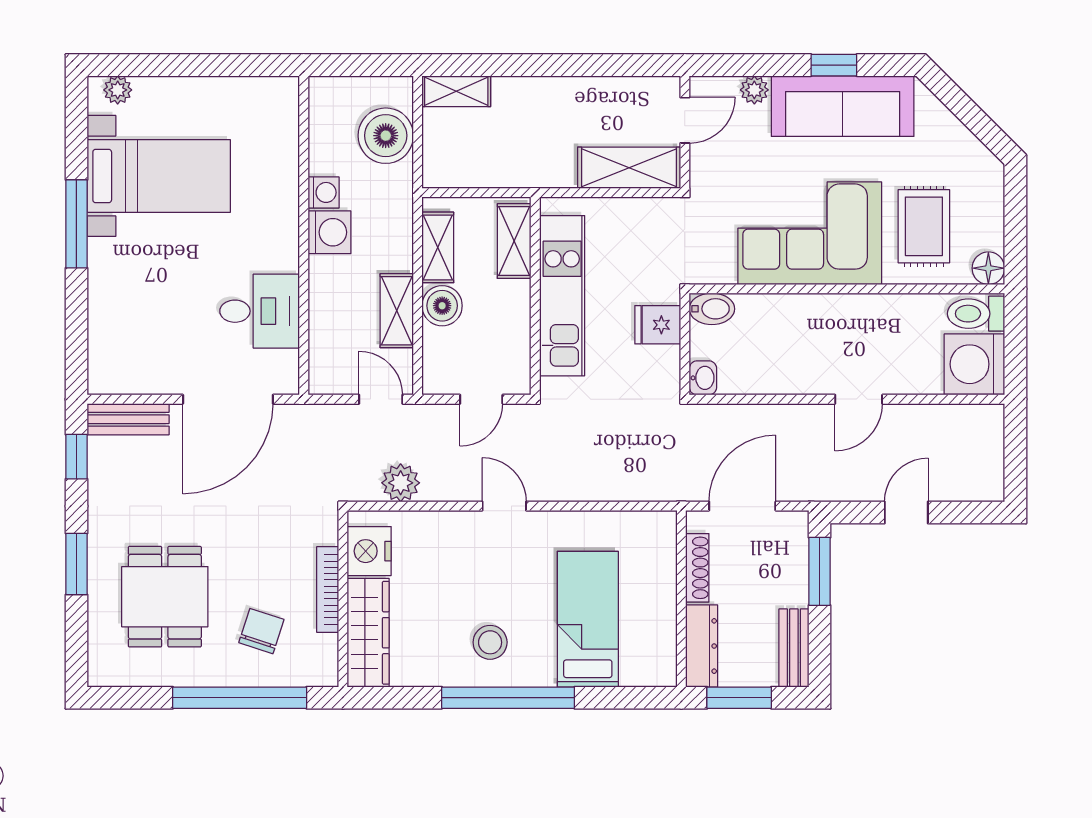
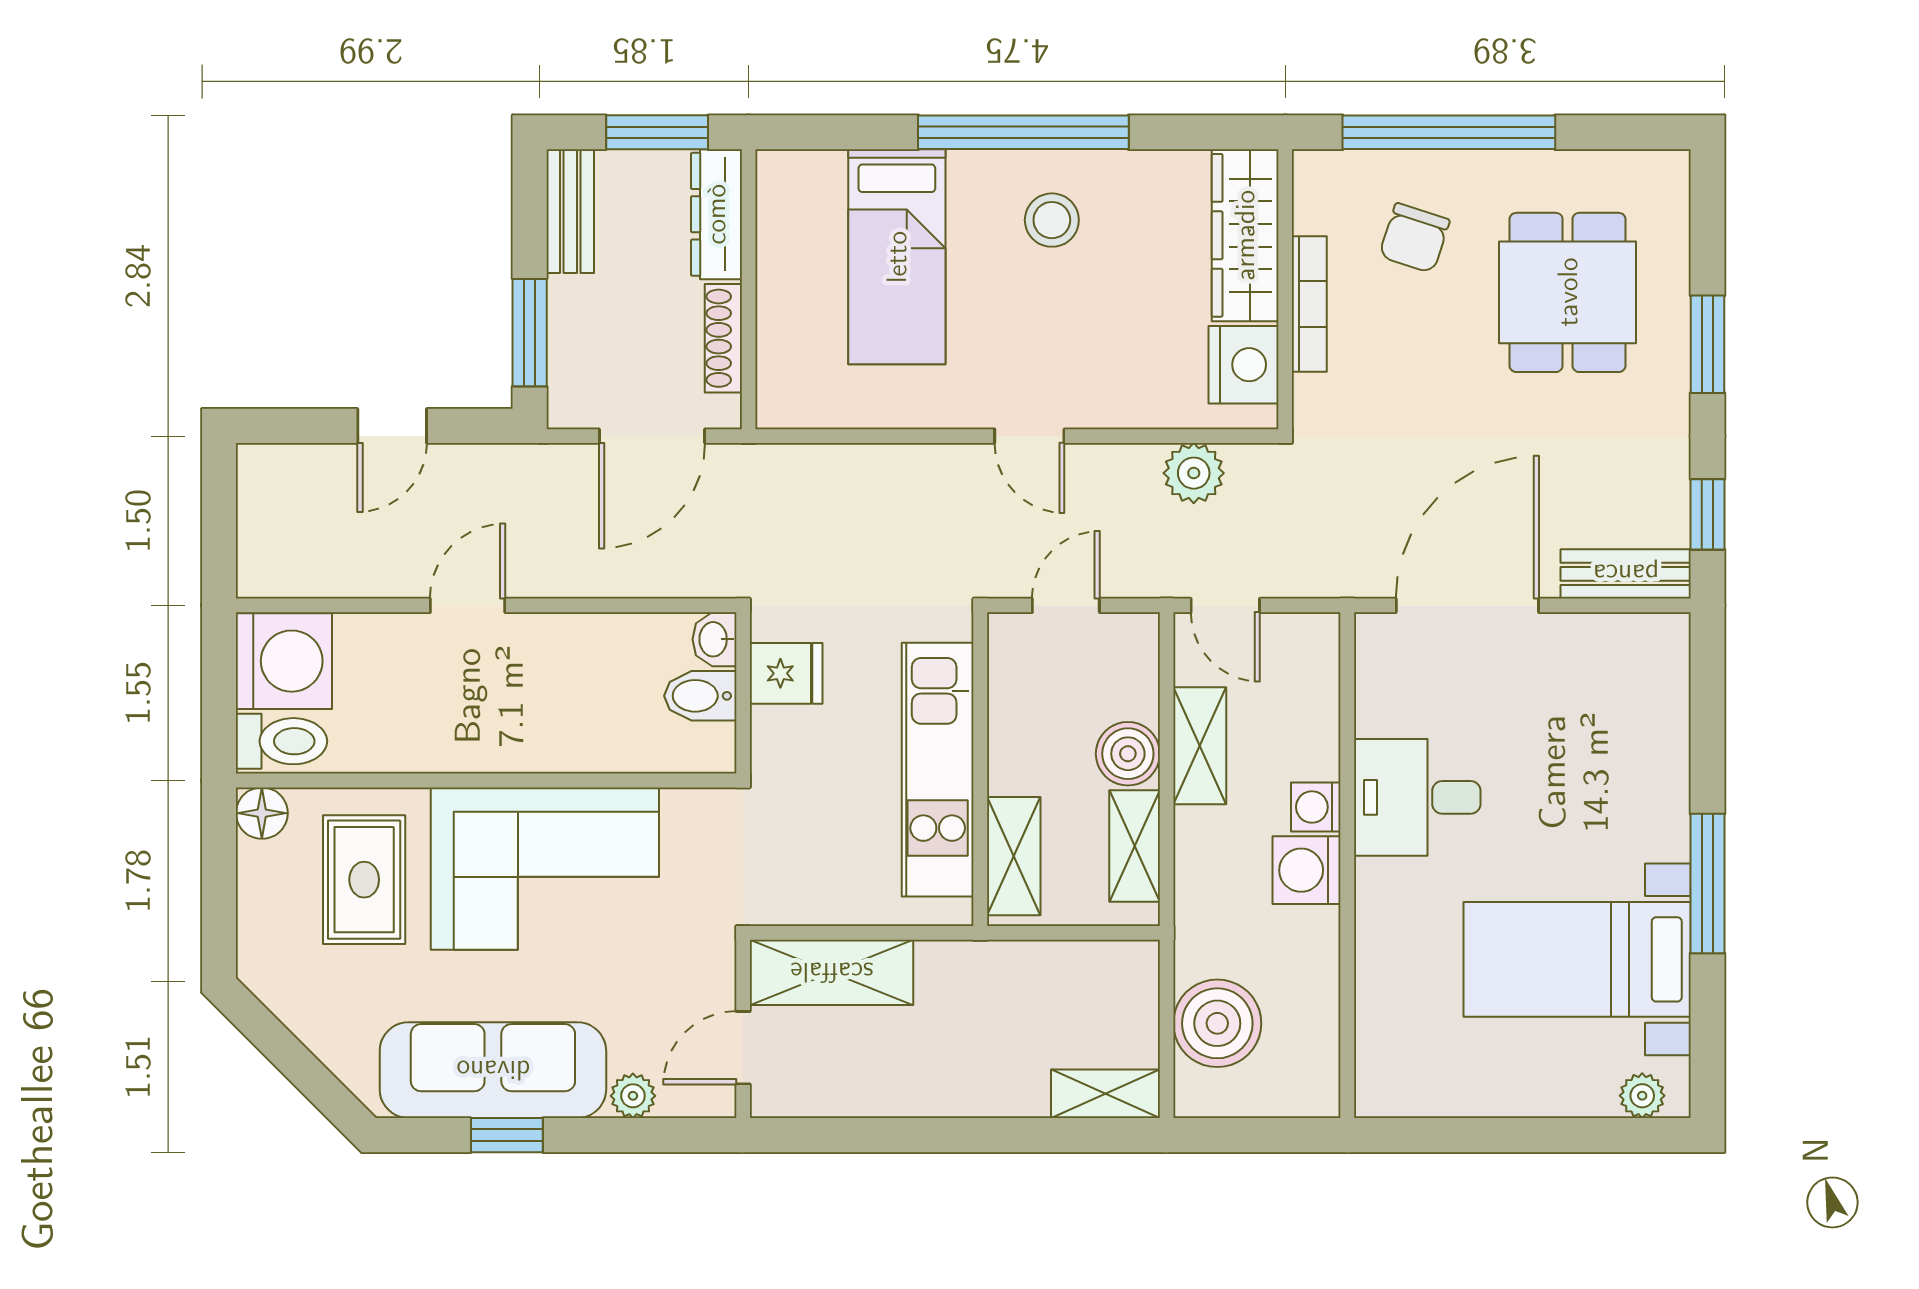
washing machine: (324, 192) -> (1316, 807), moved
bidet: (712, 309) -> (700, 696), moved
desk: (260, 311) -> (1417, 797), moved
fridge: (658, 325) -> (786, 673), moved

